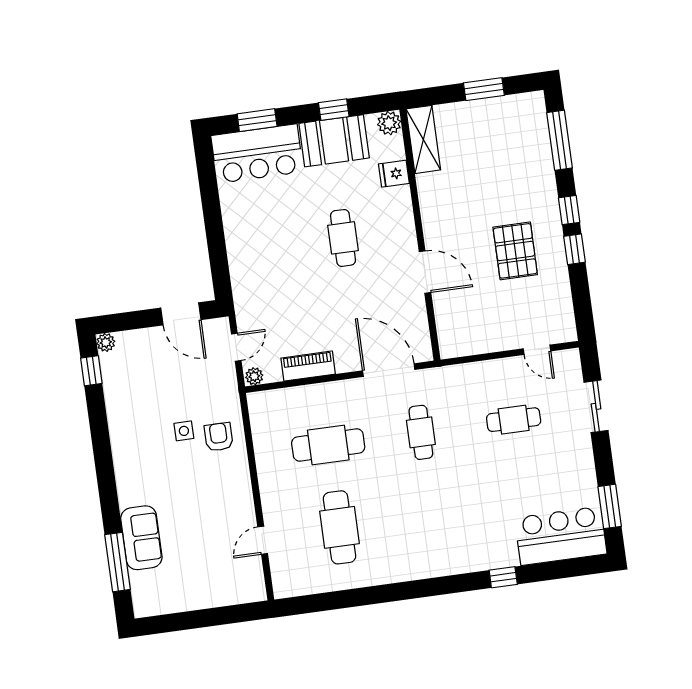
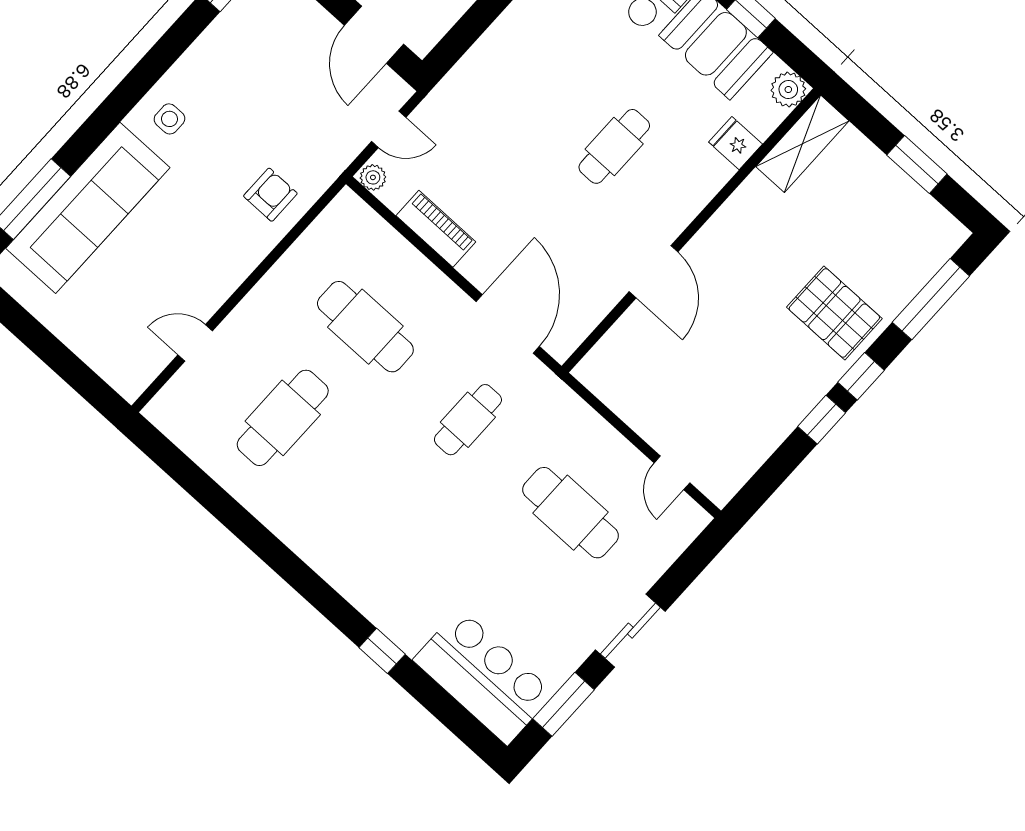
pallet: (515, 251) -> (834, 313), moved, turned 90
sliding door: (596, 406) -> (630, 631), moved
cafe table: (514, 420) -> (571, 513), width x1.37, depth x1.35
side table: (184, 431) -> (169, 119), moved
sofa: (141, 538) -> (88, 208), width x1.85, depth x1.27

